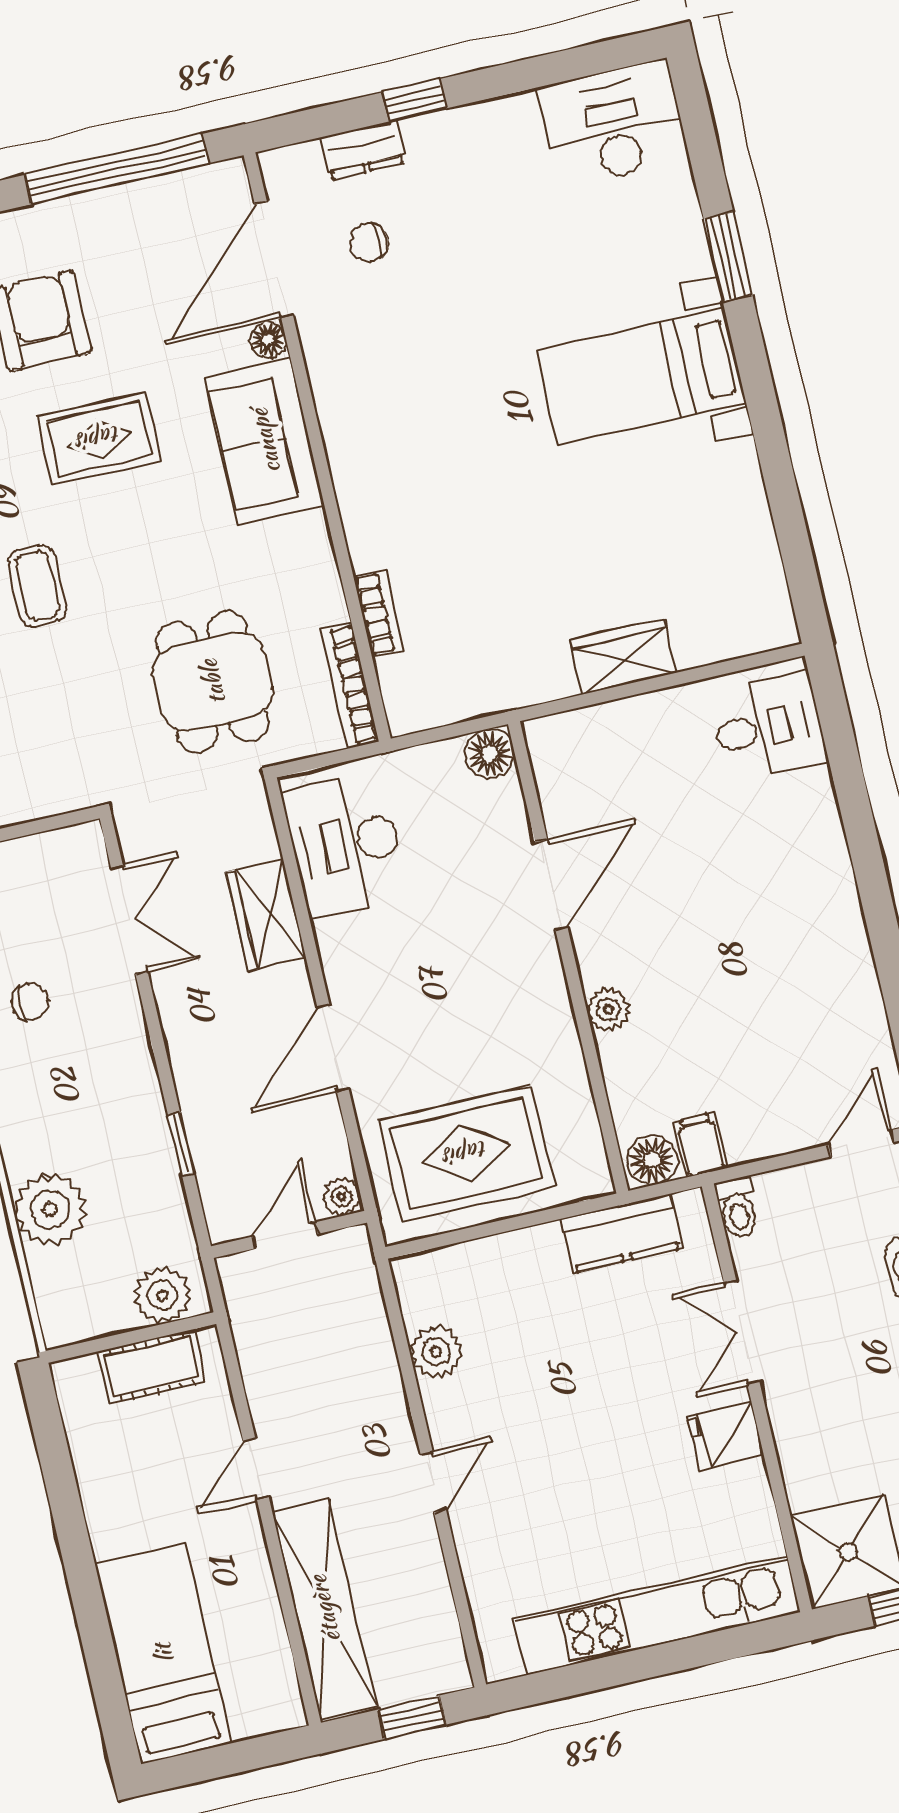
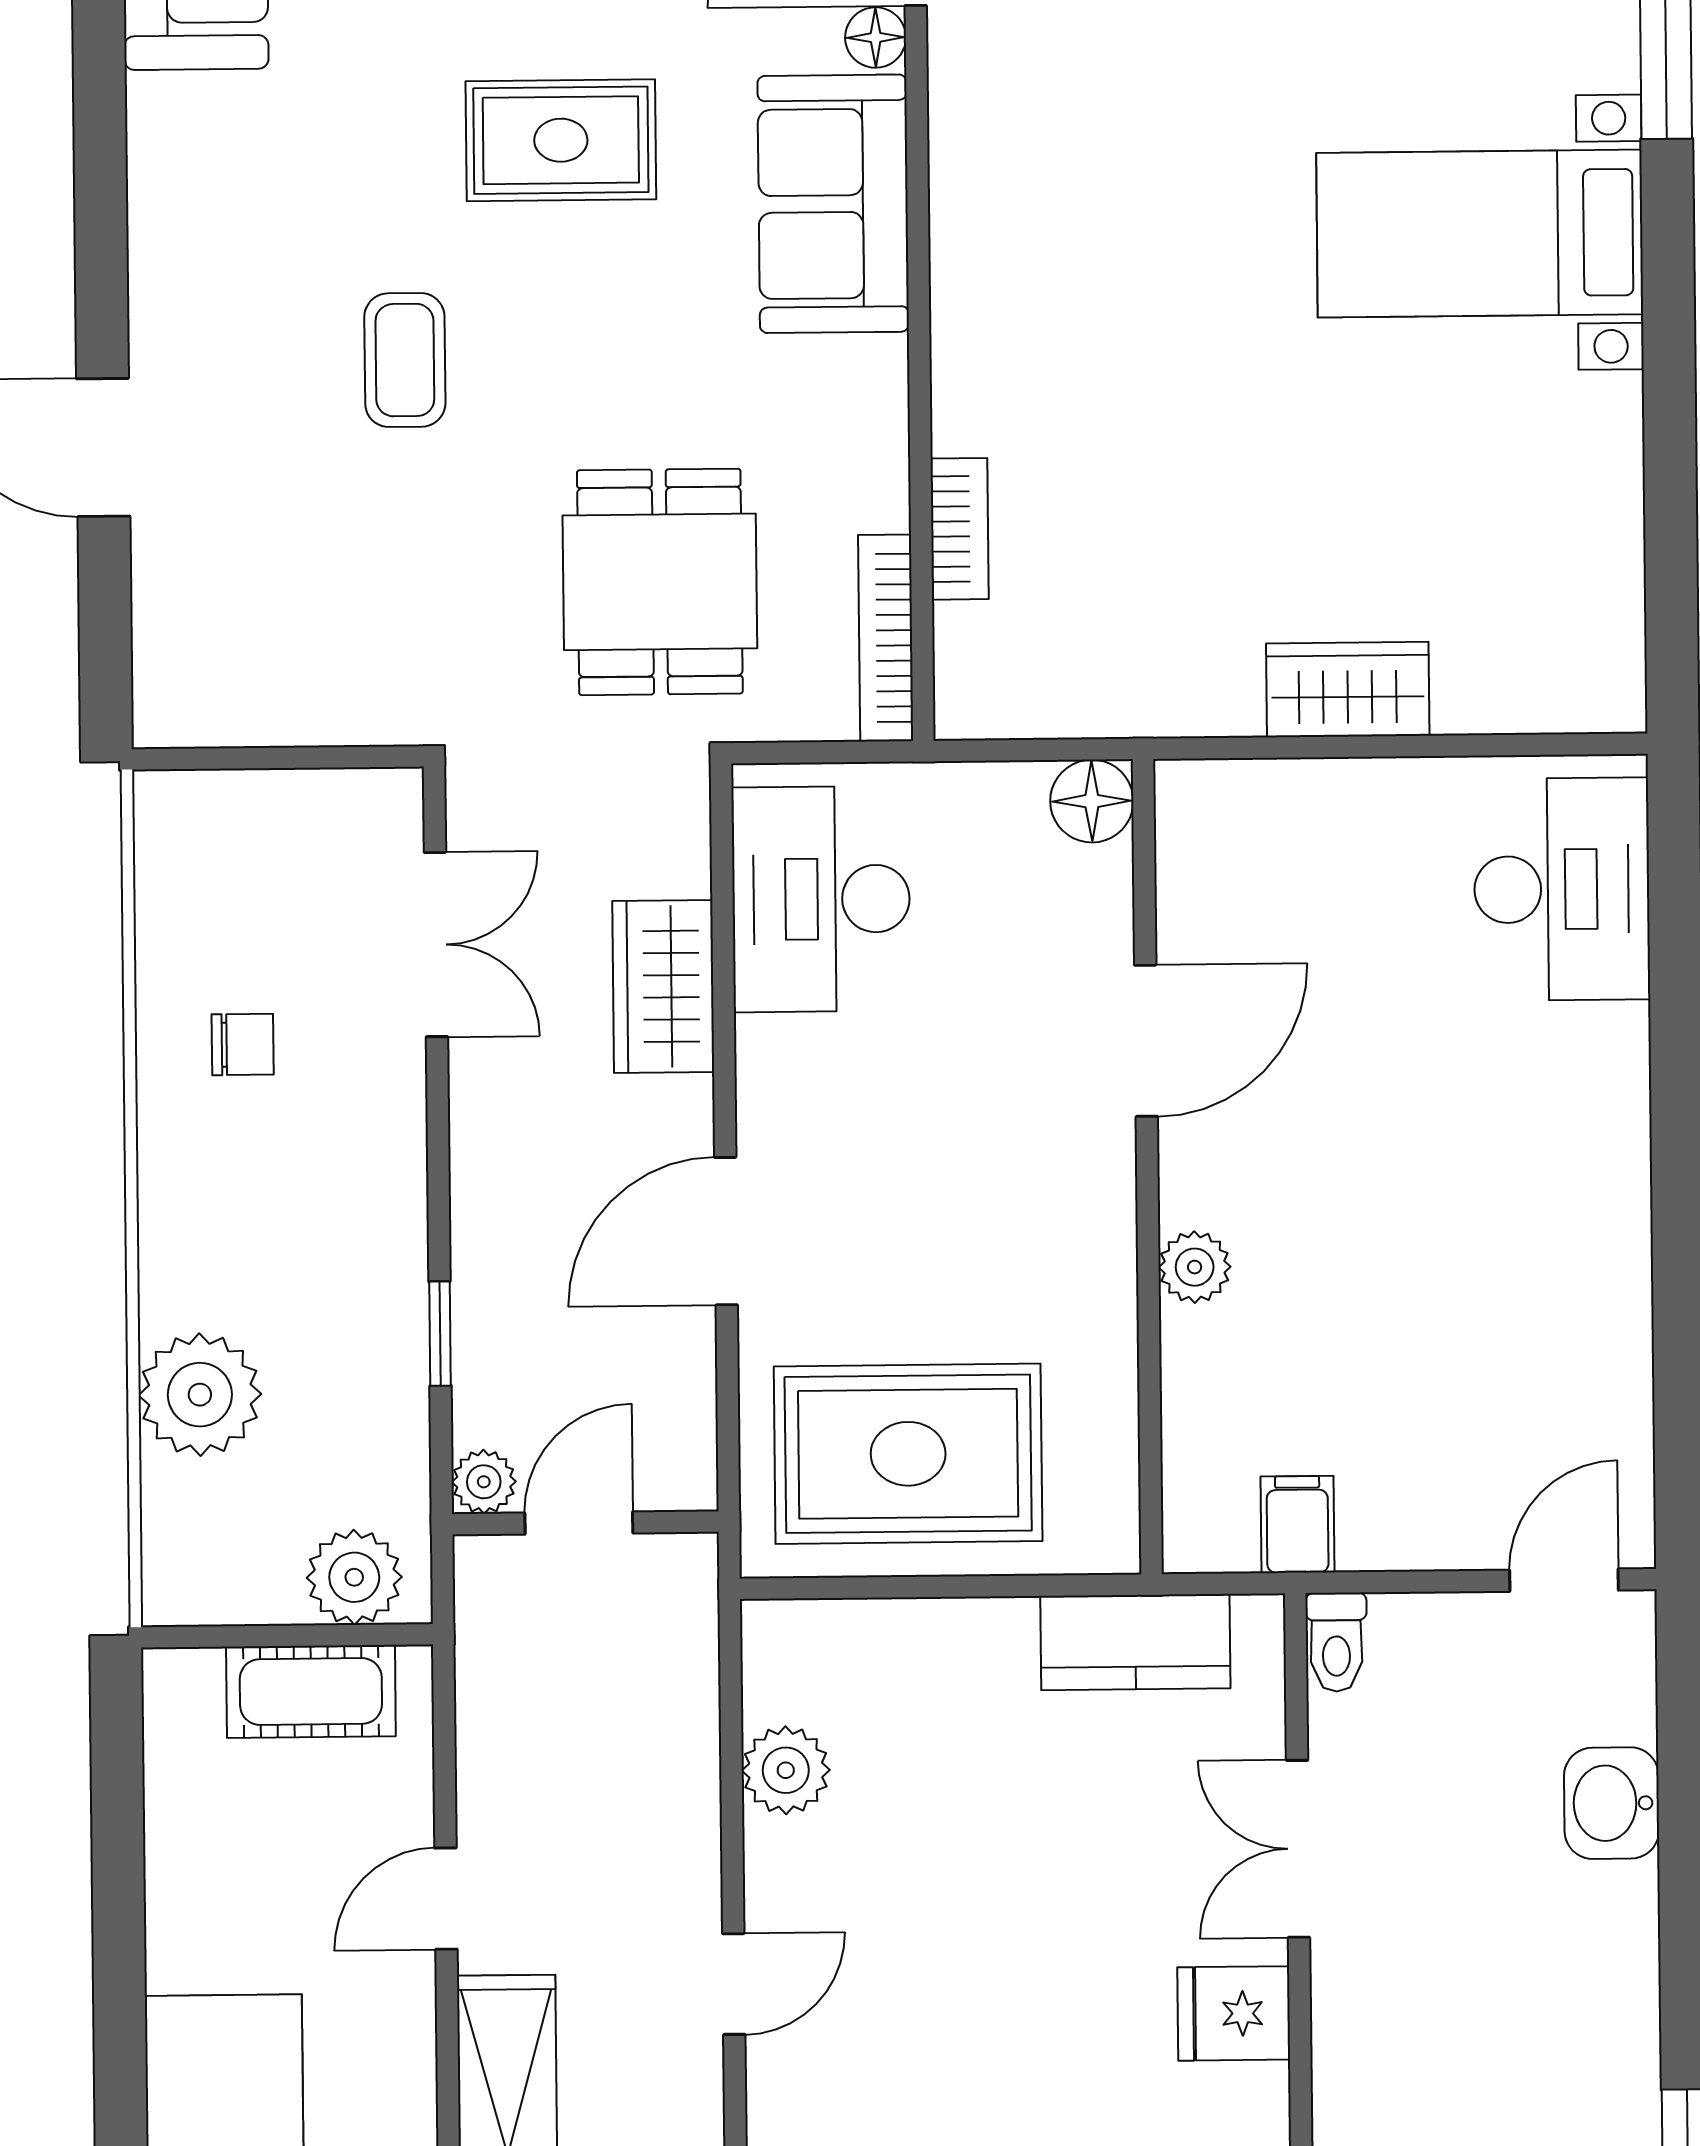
desk: (768, 727) -> (1562, 889), width x1.37
floor lamp: (652, 1160) -> (1213, 1532), removed
plant: (342, 1197) -> (484, 1482), moved

